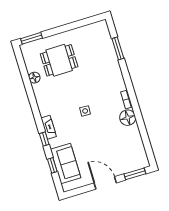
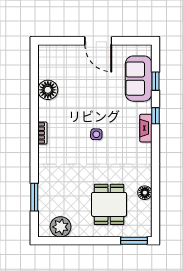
plant: (91, 32) -> (61, 227), added
dining table: (59, 60) -> (109, 204), turned 90
floor lamp: (128, 118) -> (48, 90), moved
window: (135, 174) -> (60, 41), removed

